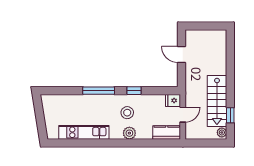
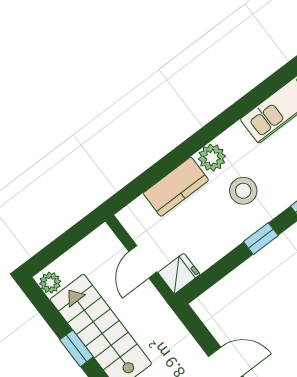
window: (230, 115) -> (76, 348), moved
kitchen counter: (167, 133) -> (176, 187), moved

